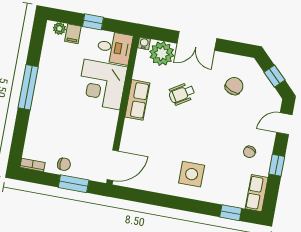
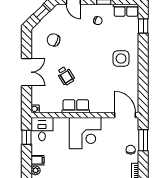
window: (93, 22) -> (27, 137), moved
plant: (162, 54) -> (40, 95), removed
corner desk: (102, 84) -> (85, 133), moved

